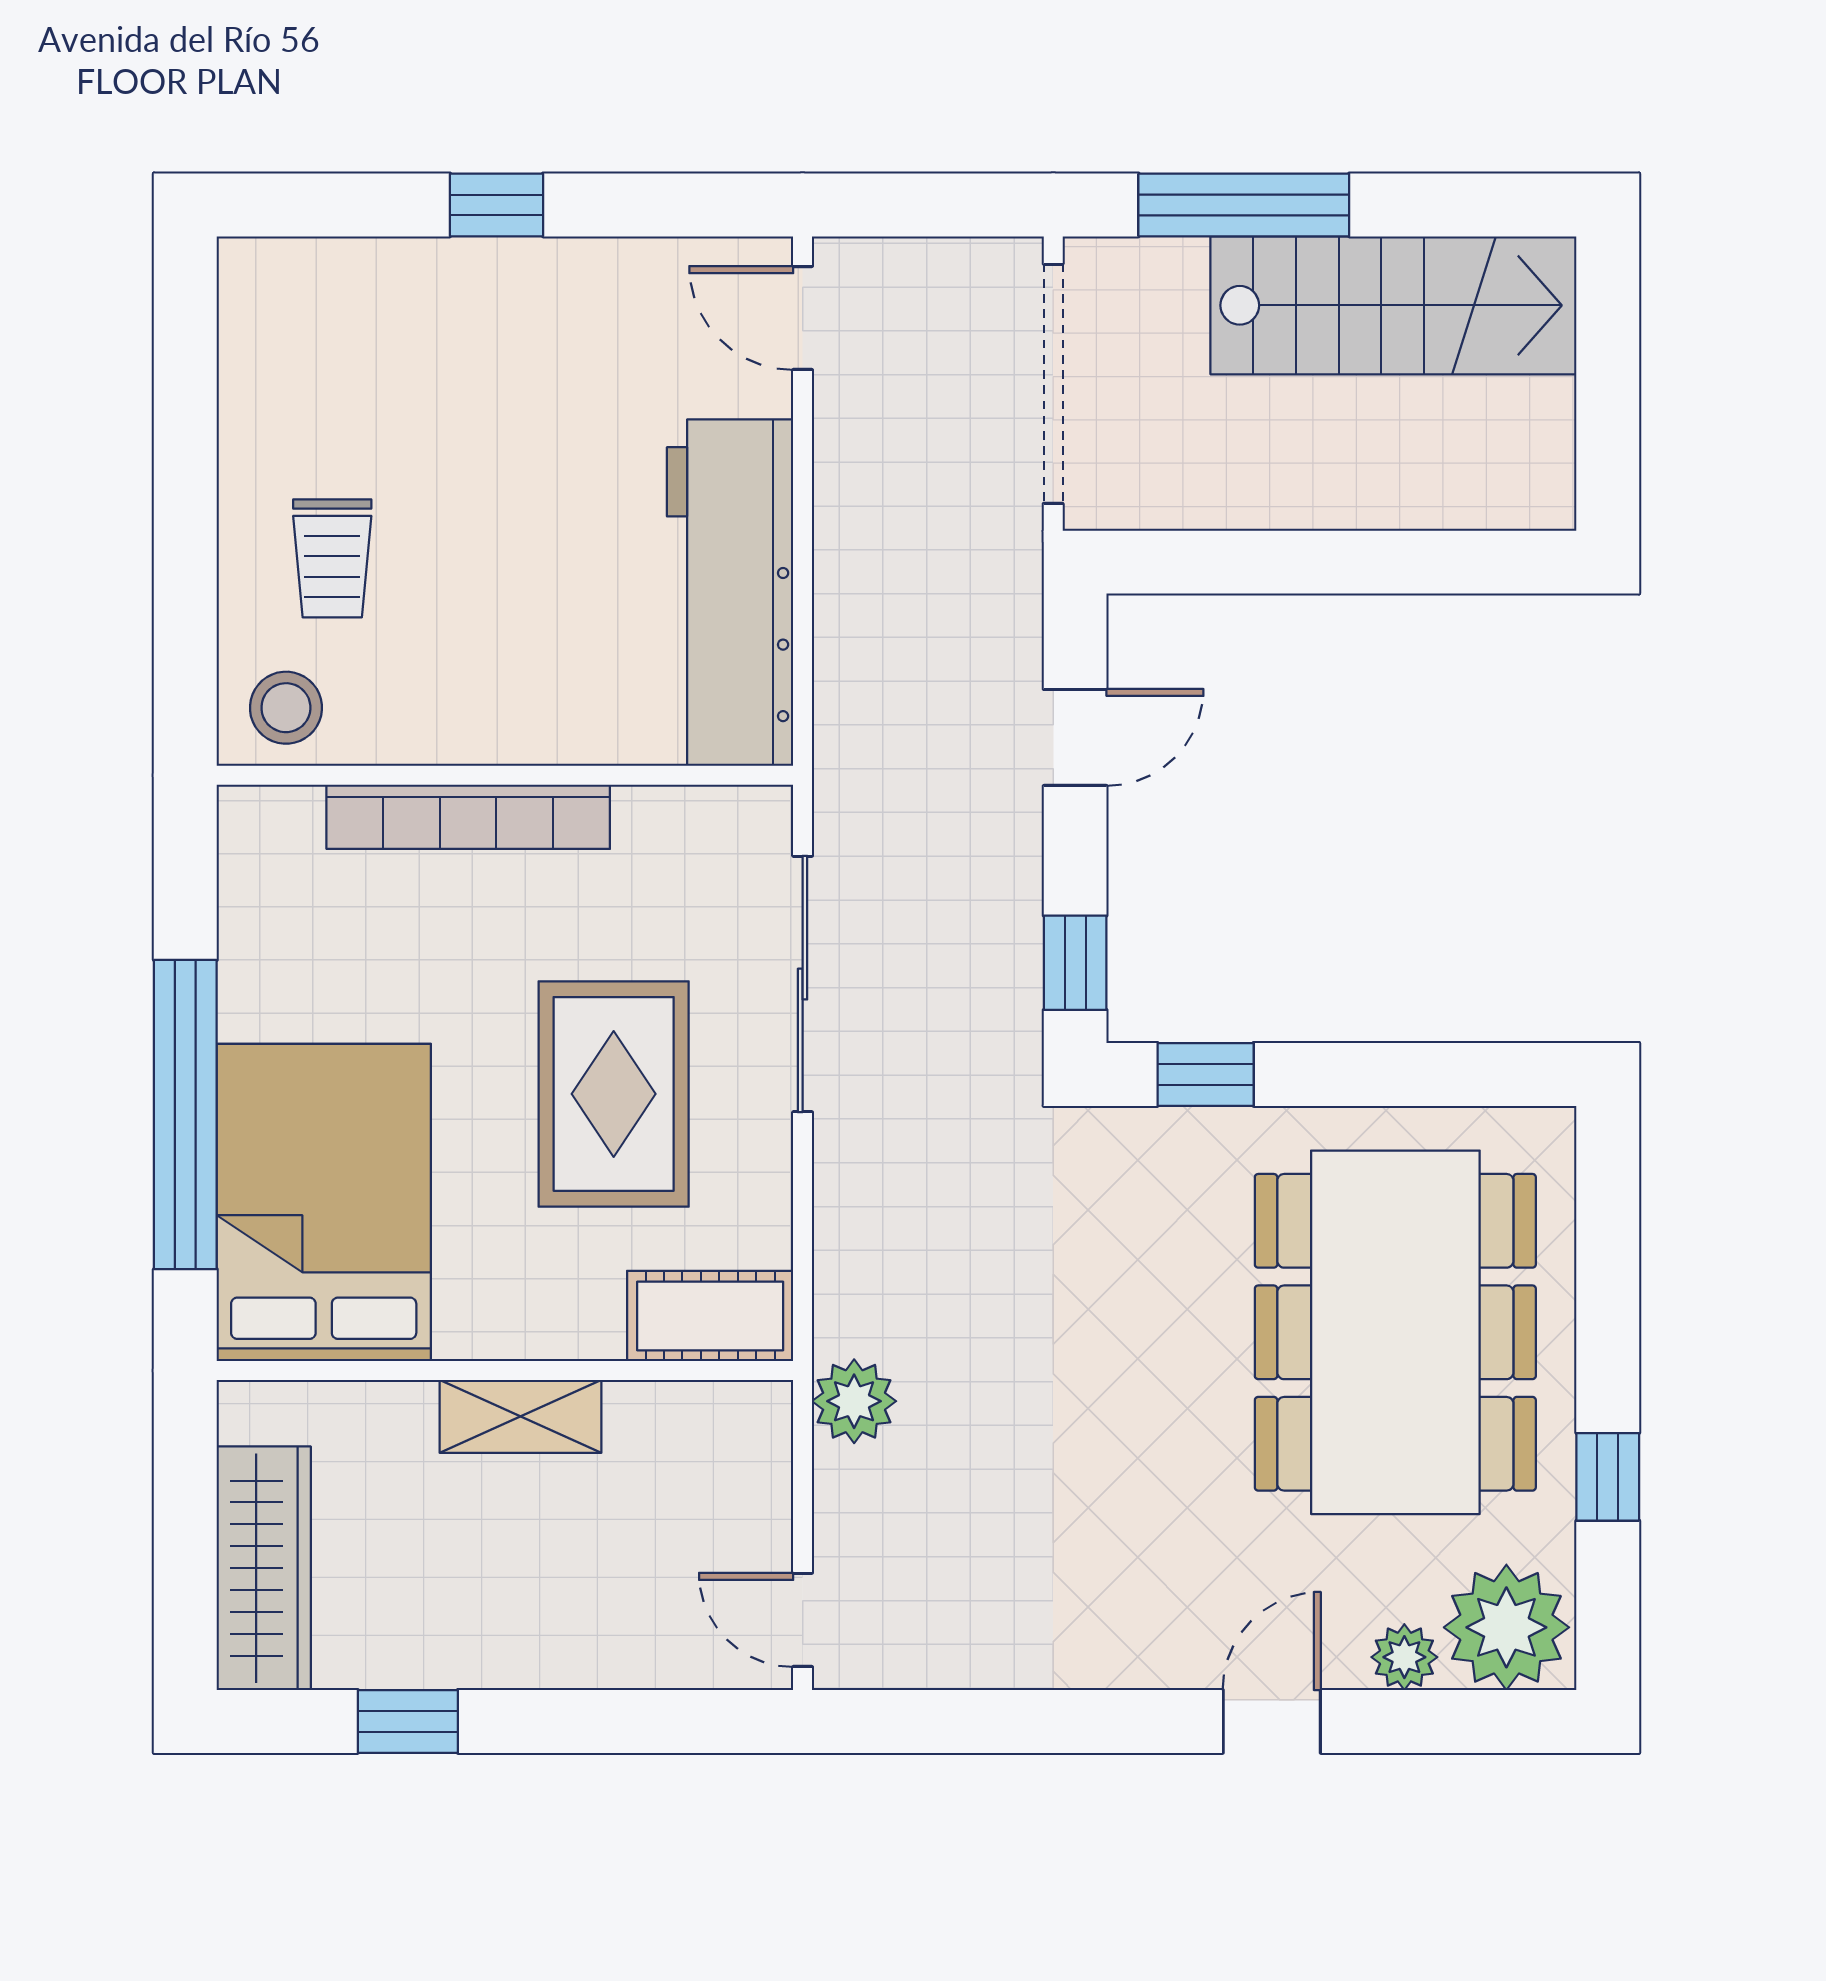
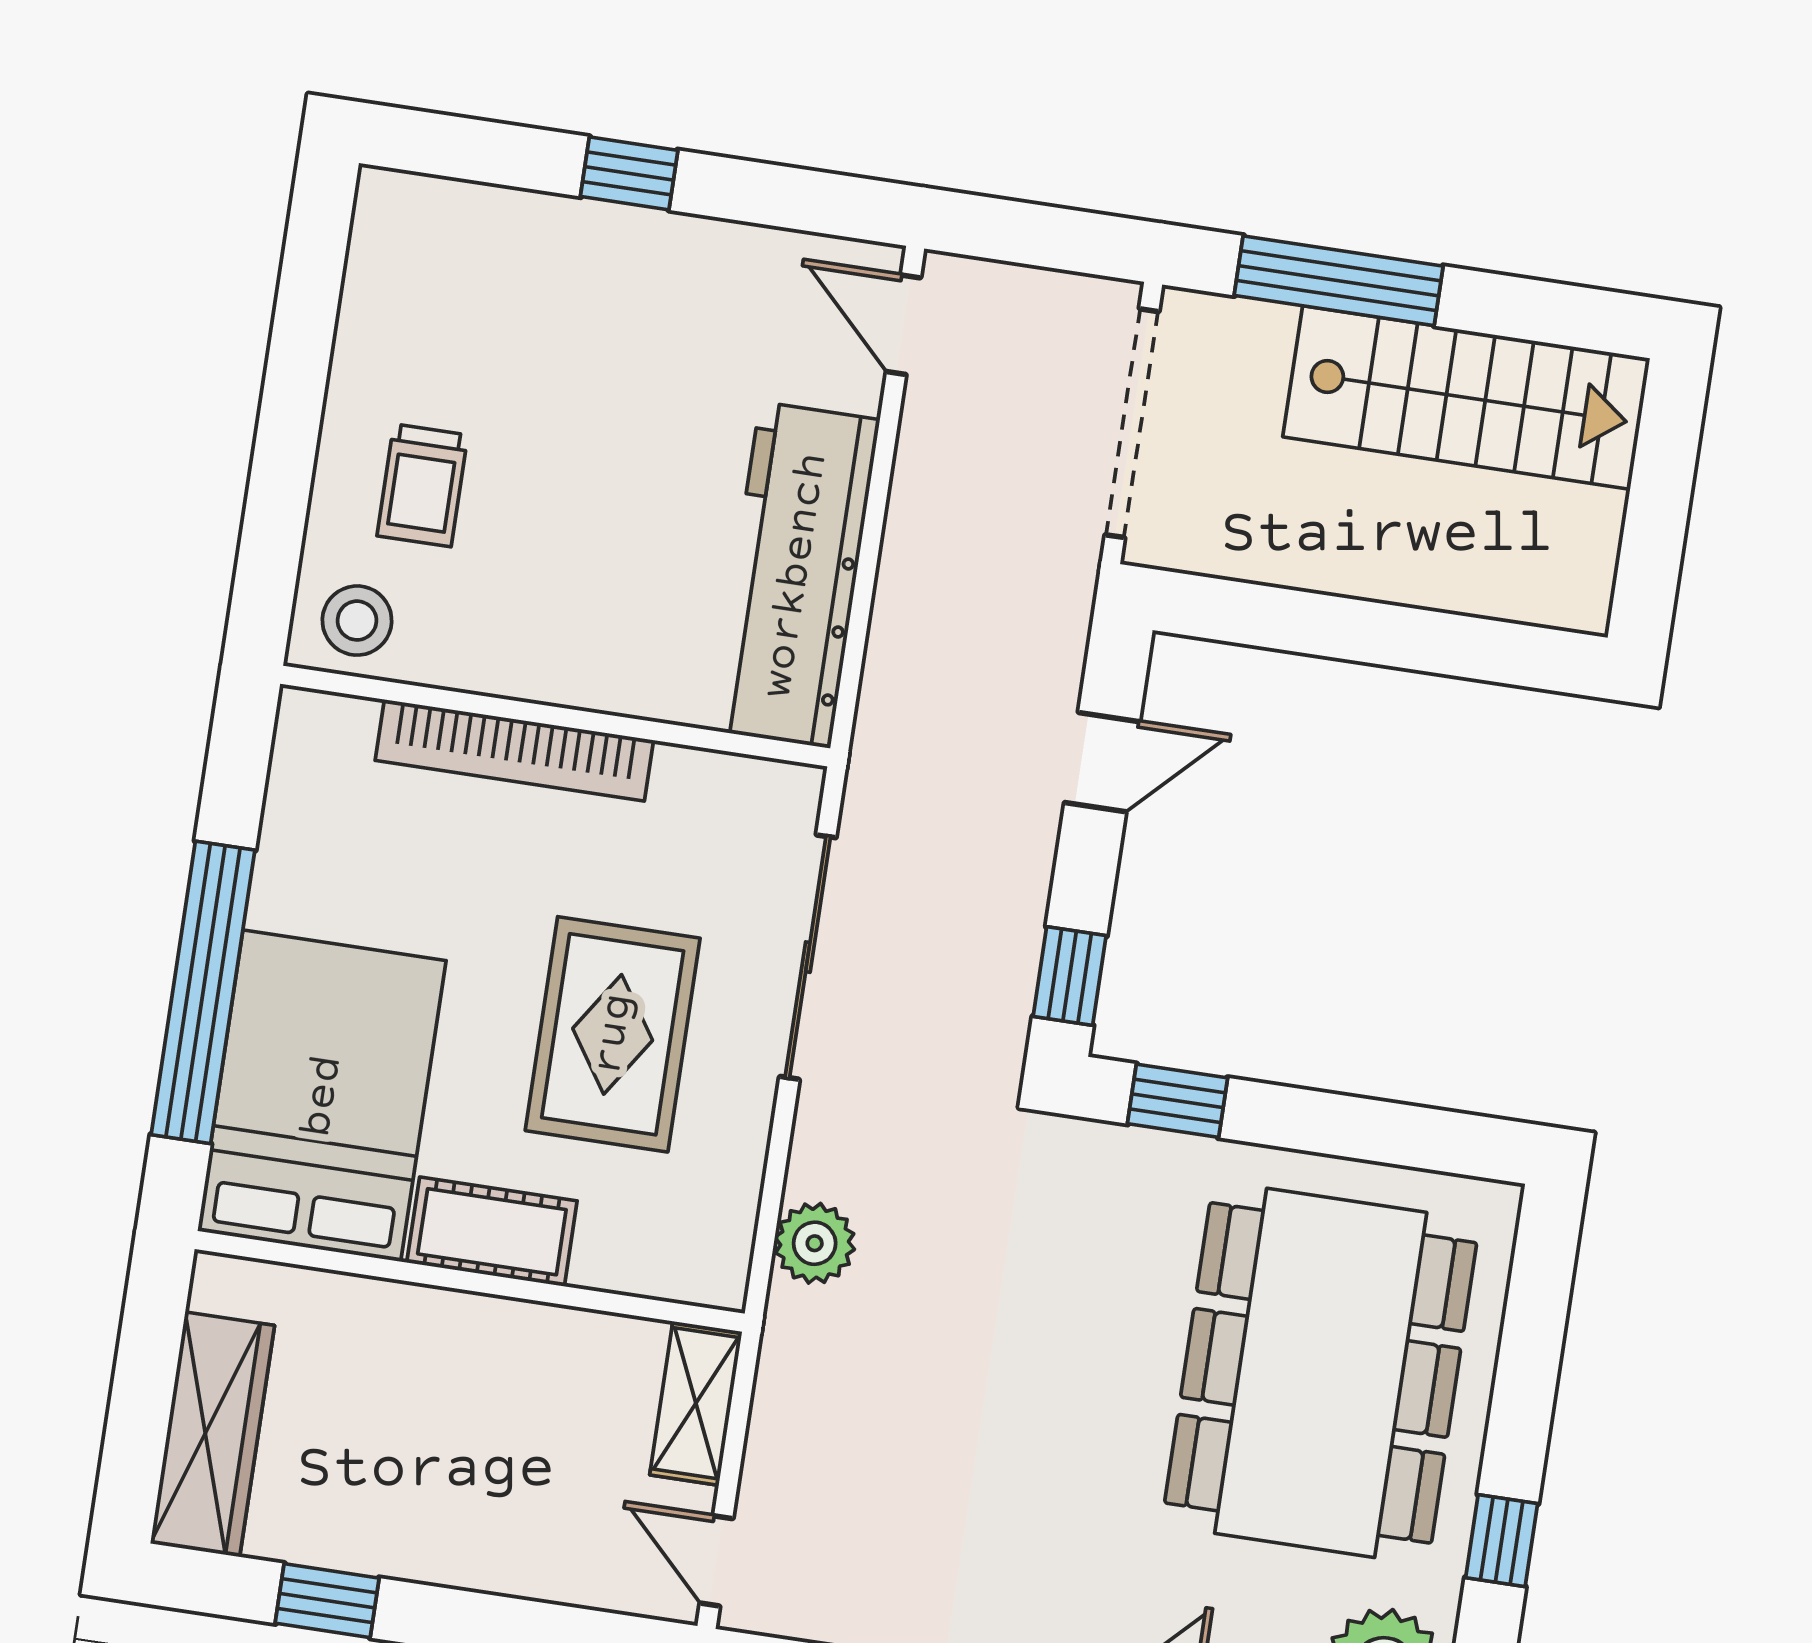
cot: (710, 1316) -> (492, 1232), moved
plant: (854, 1401) -> (815, 1243), moved
shelving: (521, 1416) -> (696, 1403), moved, turned 90

